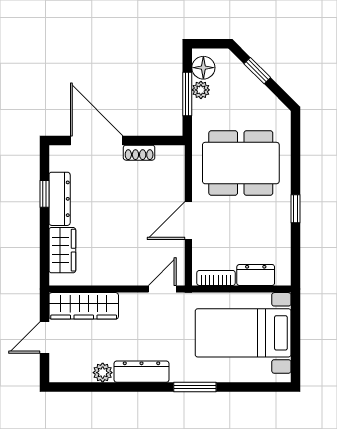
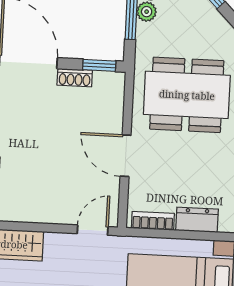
window: (161, 140) -> (99, 65), added
door: (188, 221) -> (126, 156), hinge flipped

